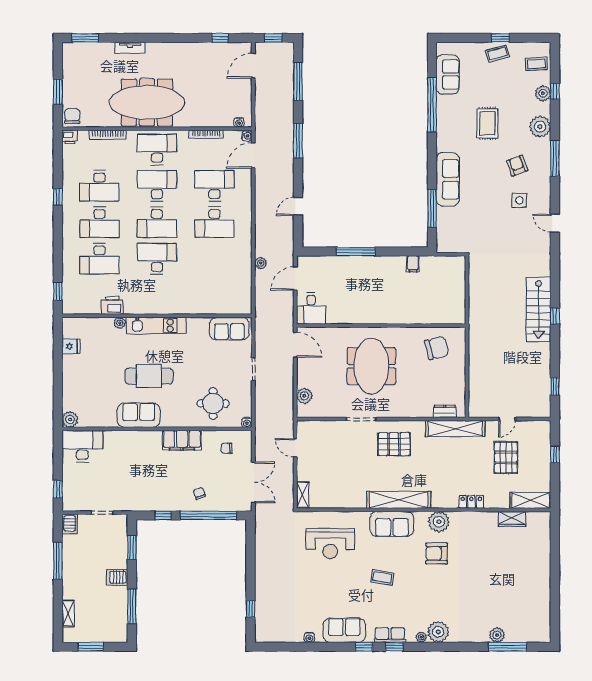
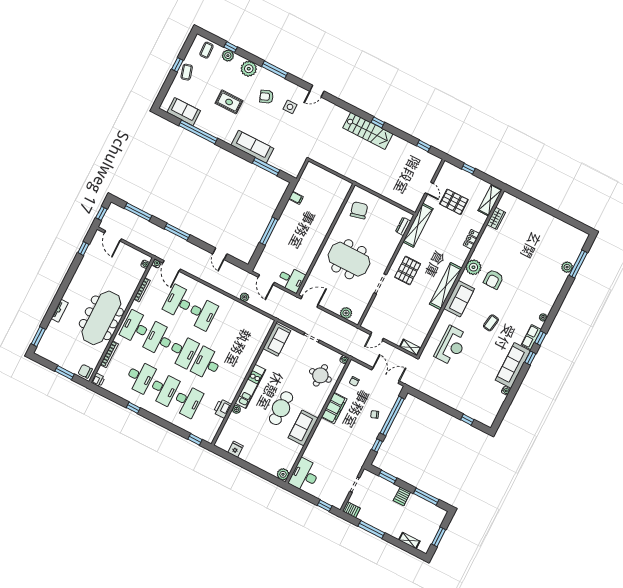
sofa: (344, 630) -> (513, 365), width x1.36
plant: (438, 632) -> (545, 305), removed

